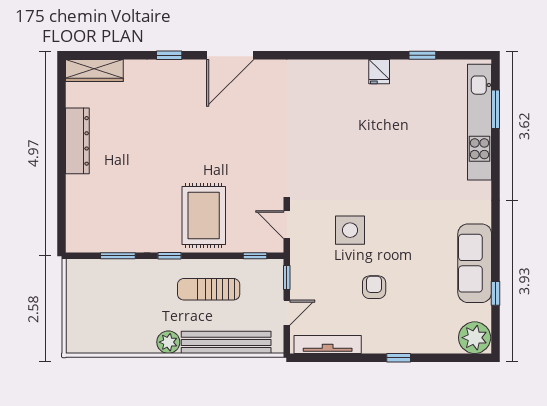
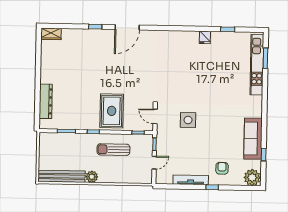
wardrobe: (94, 70) -> (51, 34), width x0.67
dresser: (77, 141) -> (46, 101), moved
armchair: (374, 287) -> (222, 168), moved
bench: (226, 342) -> (62, 176), moved
tv unit: (328, 344) -> (191, 180), moved

